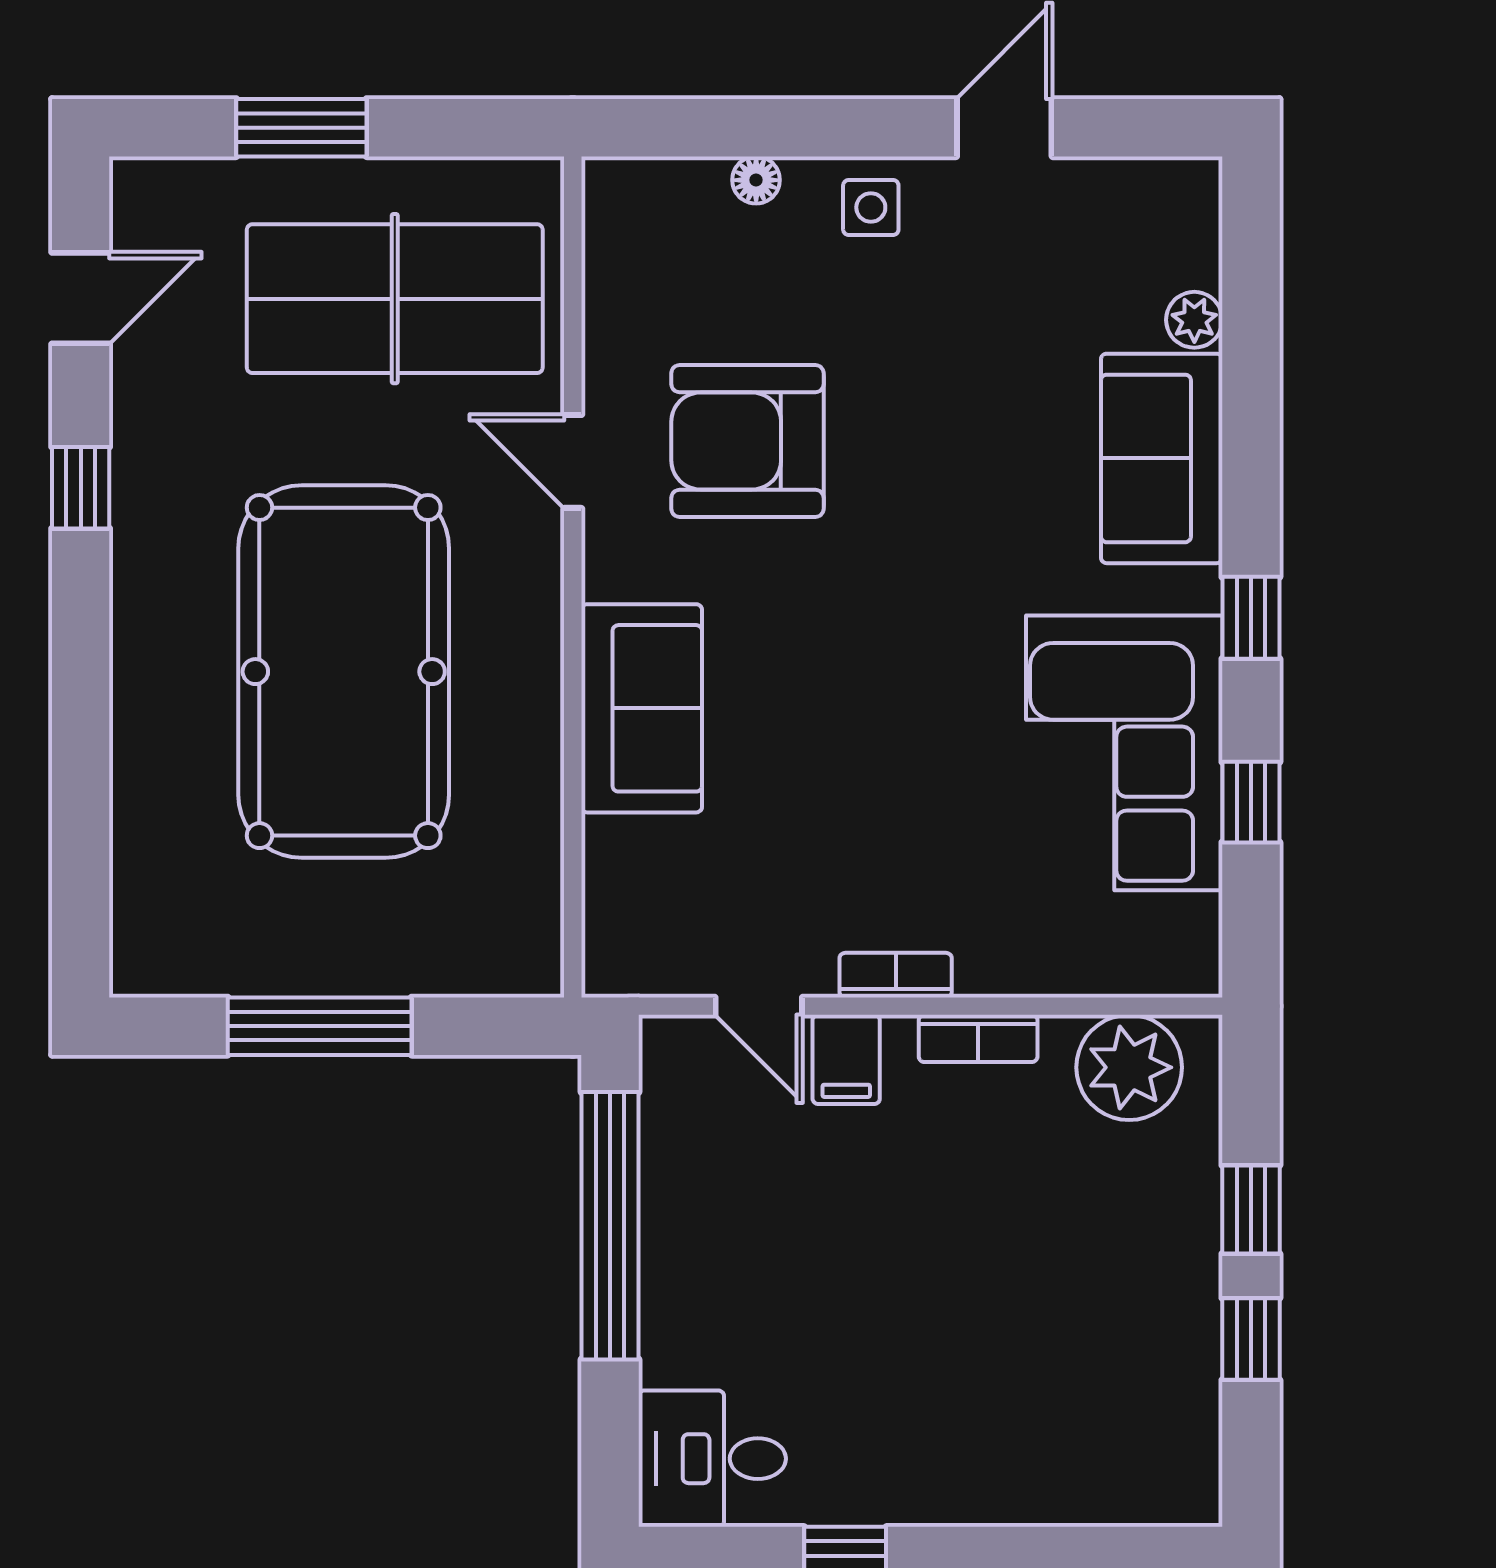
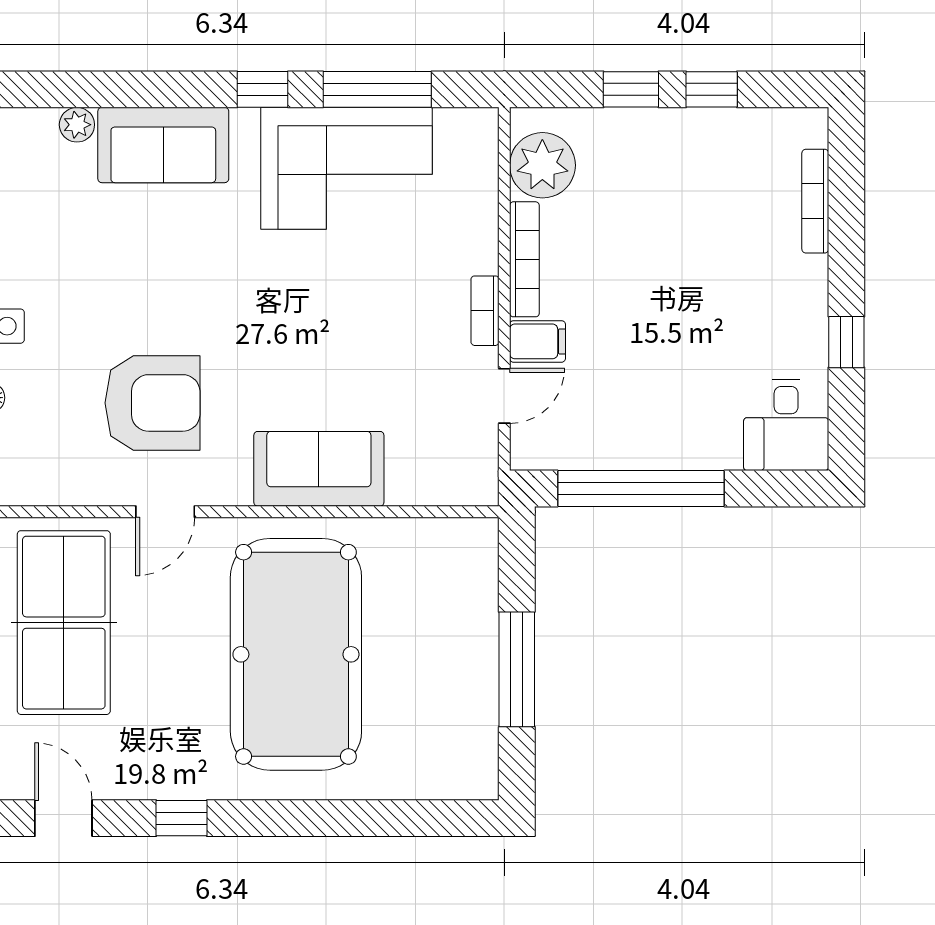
armchair: (747, 441) -> (152, 403), turned -90
pool table: (344, 672) -> (296, 654), turned 90
window: (1251, 802) -> (377, 89), width x2.17
bookcase: (978, 1038) -> (524, 259), width x1.56
bookcase: (1072, 1506) -> (815, 201), added

